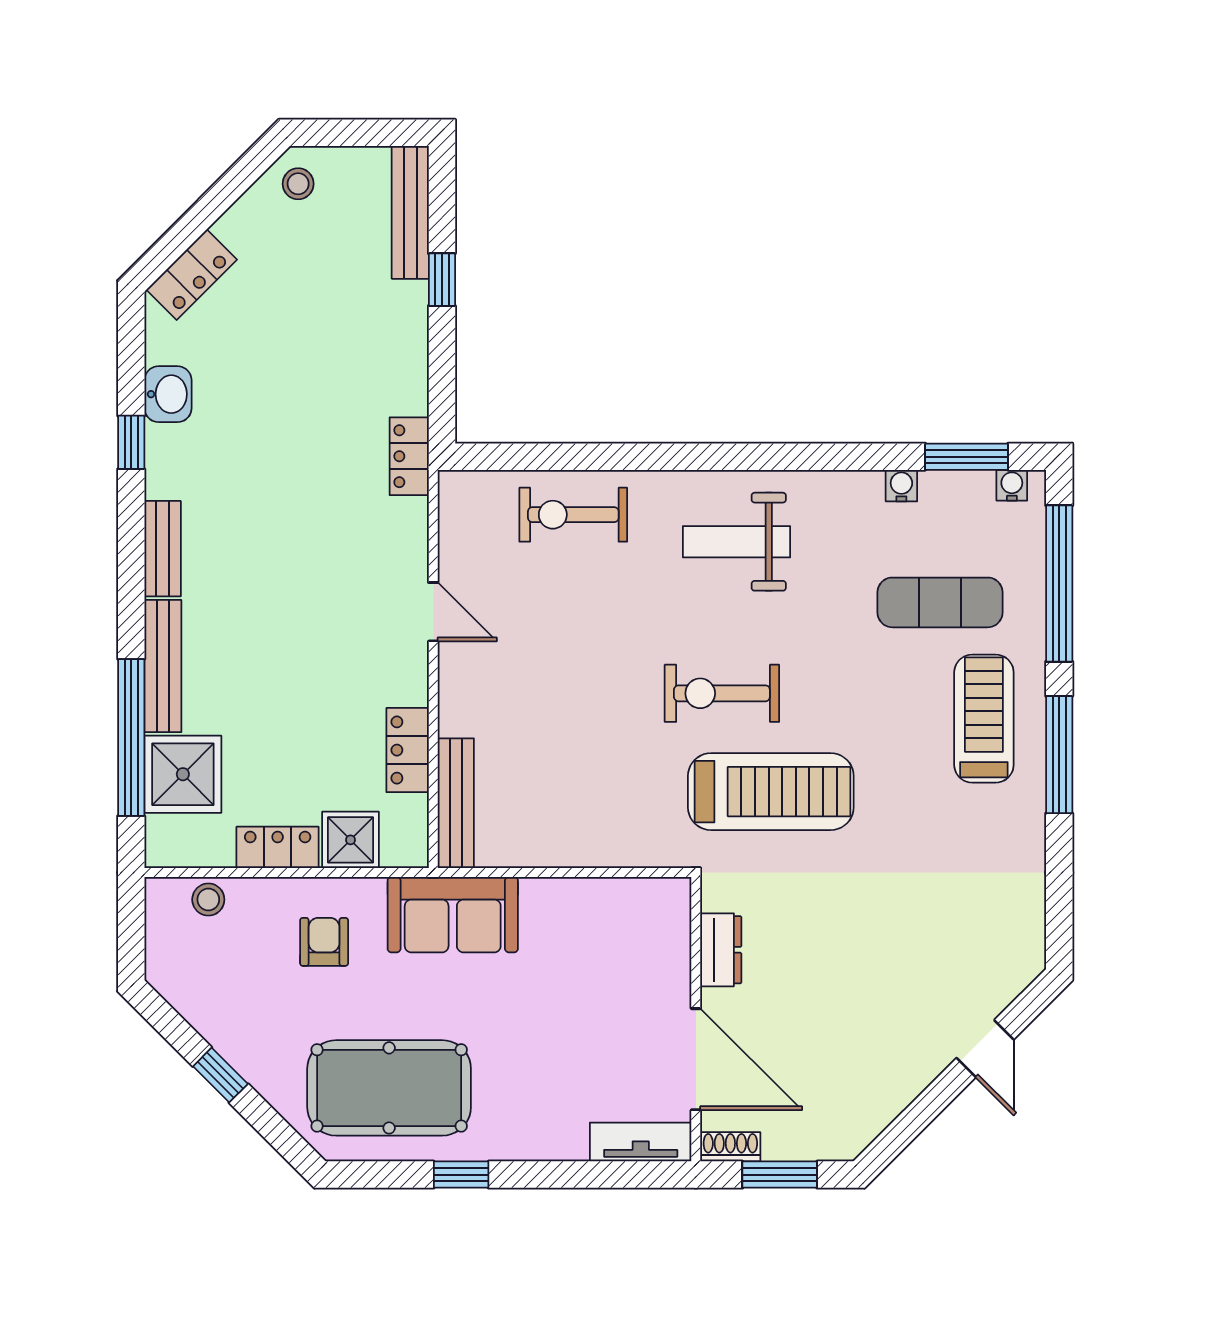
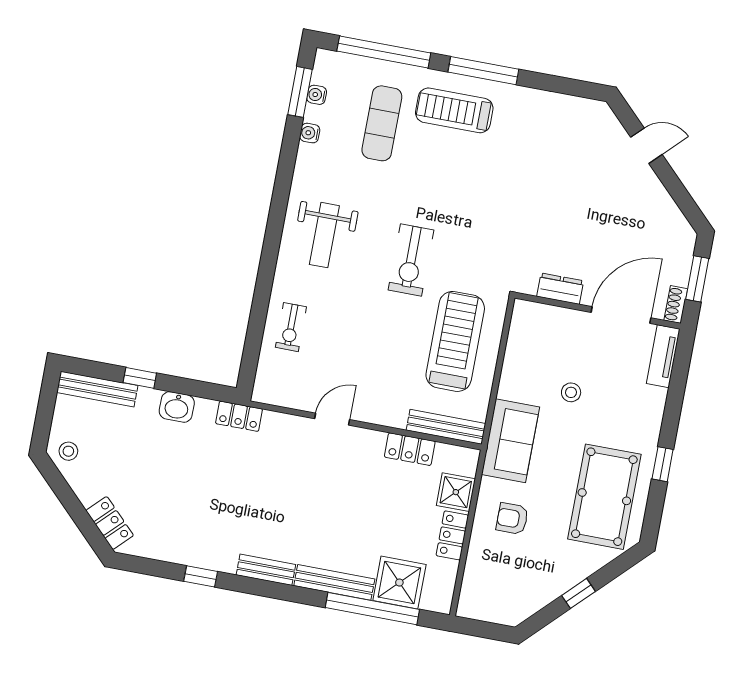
washbasin: (168, 394) -> (177, 407), moved, turned 180
water cooler: (1012, 485) -> (317, 95), moved
exercise bike: (573, 515) -> (291, 327), width x0.73, depth x0.72
treadmill: (771, 792) -> (455, 341), moved
stool: (208, 900) -> (571, 392), moved

